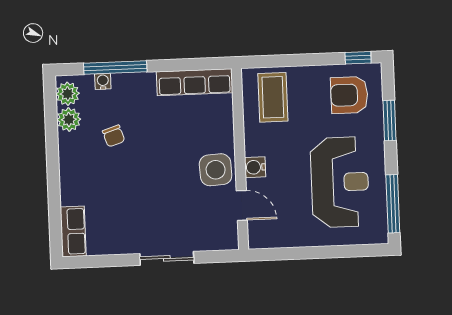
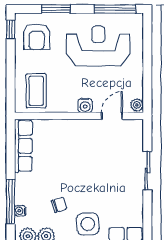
coffee table: (273, 97) -> (36, 91), turned 90
side table: (216, 170) -> (88, 224), moved
plant: (259, 240) -> (137, 105), added

